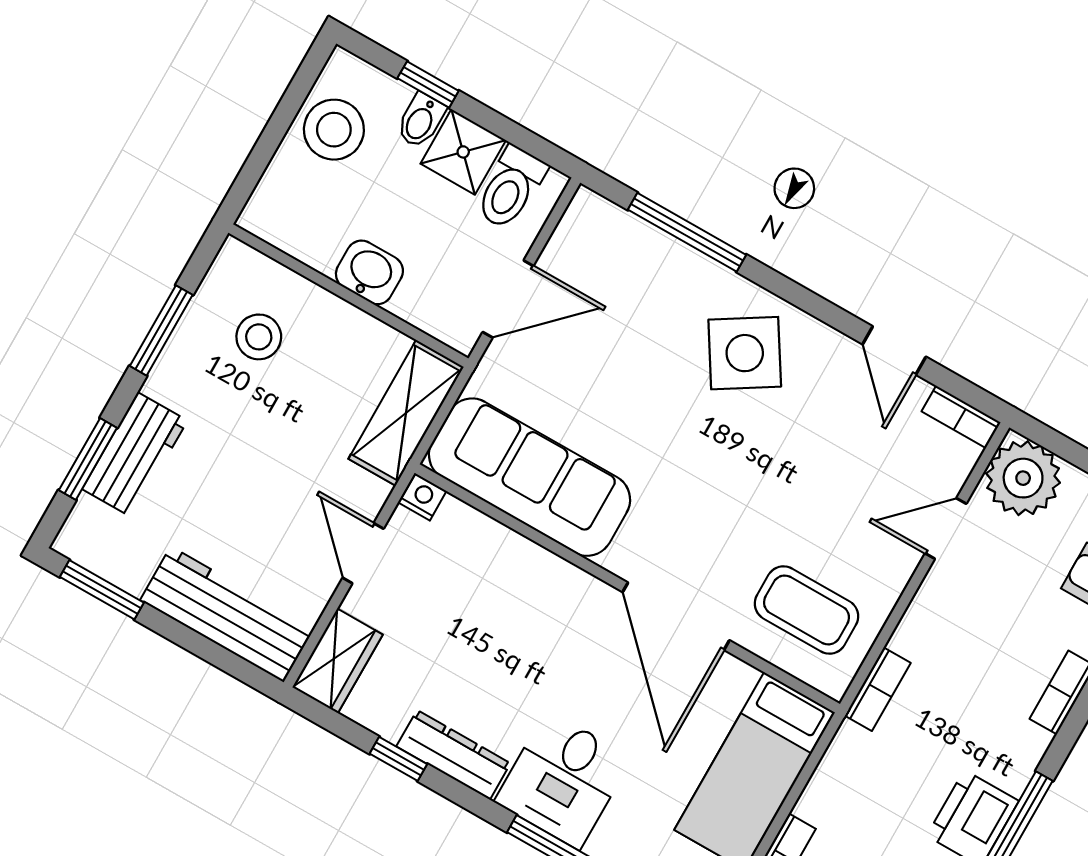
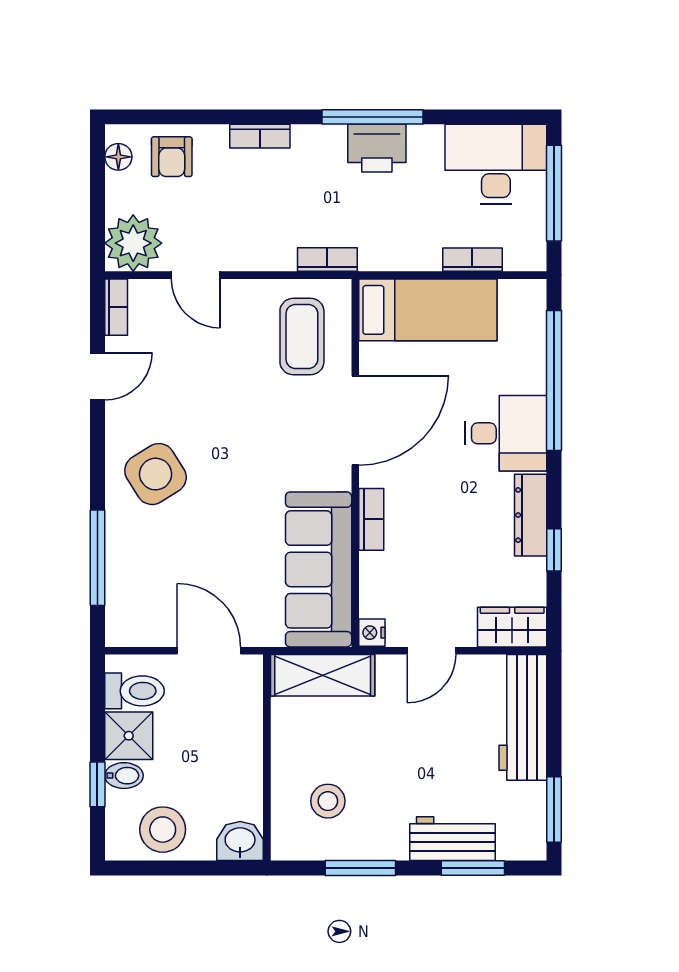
washbasin: (369, 272) -> (240, 841), moved, turned 90
bookcase: (552, 570) -> (371, 519), added

